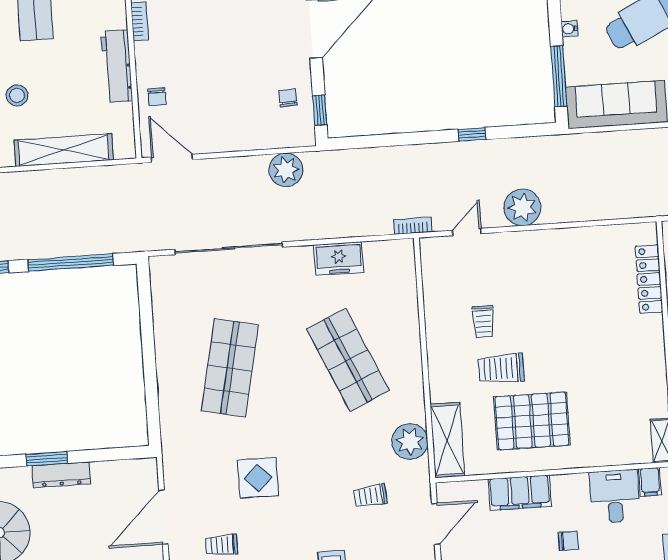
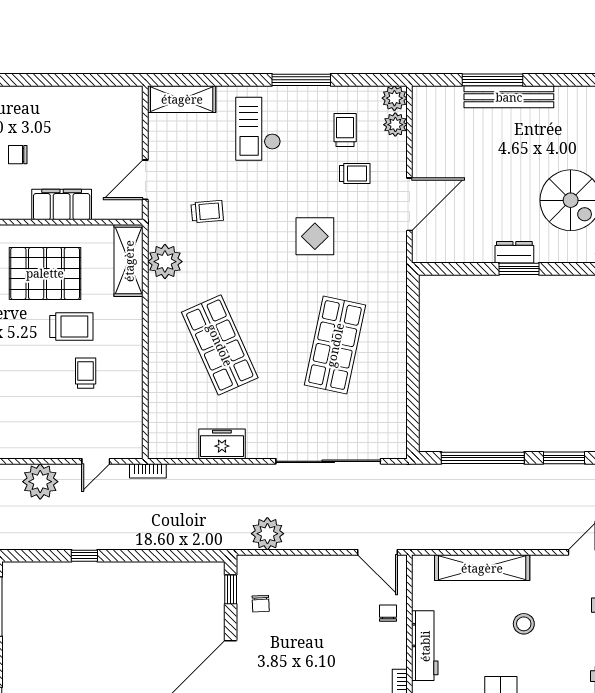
dresser: (61, 475) -> (514, 252), width x0.70

